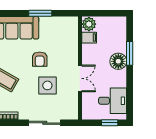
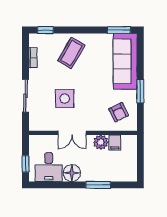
plant: (89, 24) -> (101, 142), moved
armchair: (40, 59) -> (119, 112), moved, turned -116
floor lamp: (118, 61) -> (72, 173), moved

